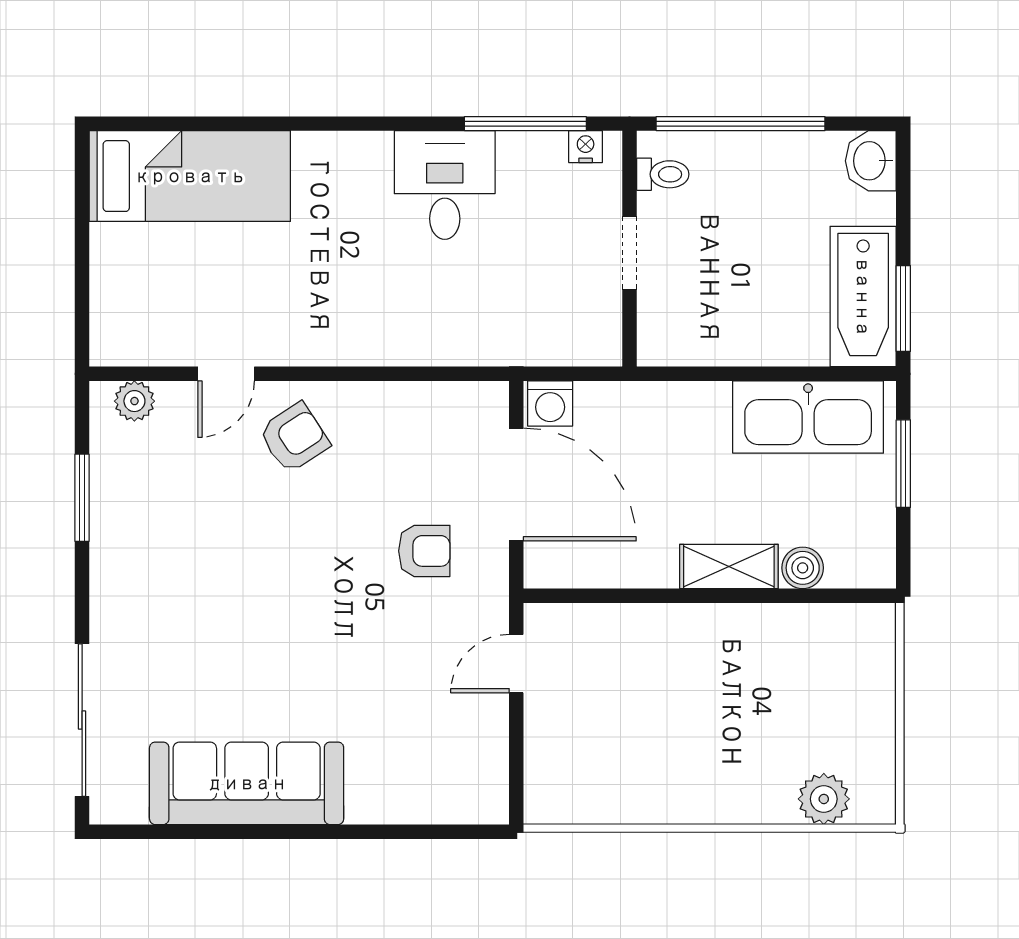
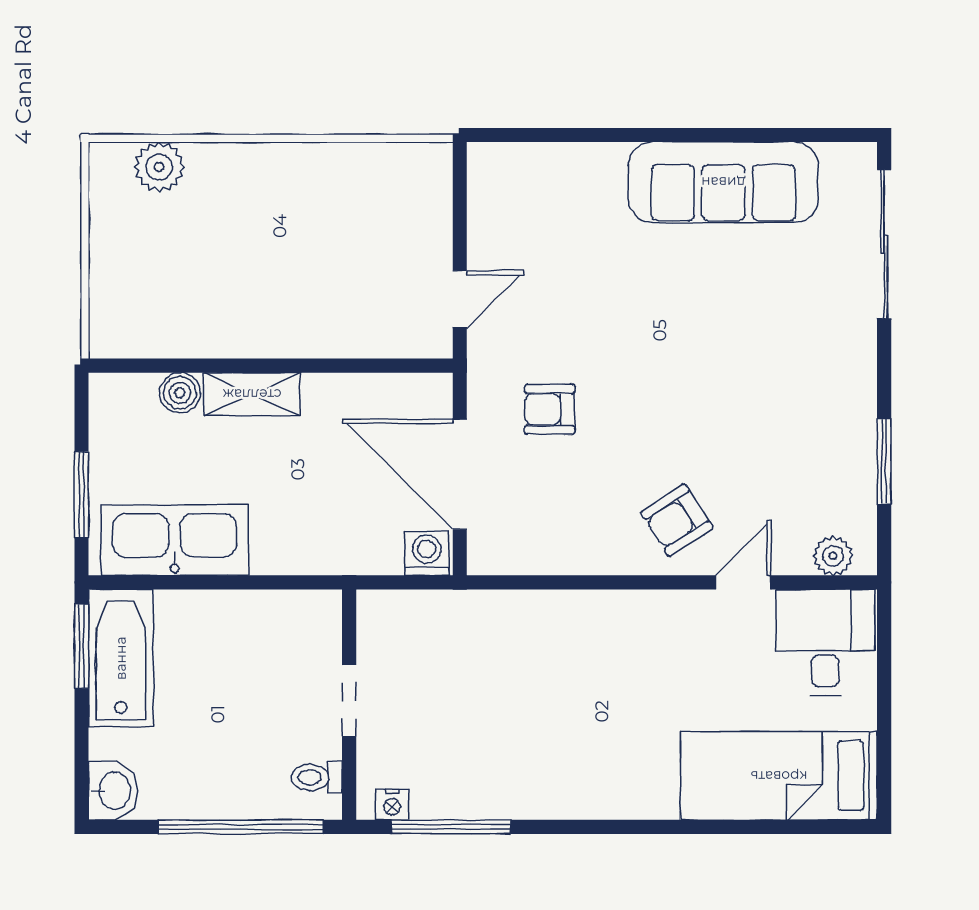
desk: (445, 185) -> (825, 642), moved, turned 180

